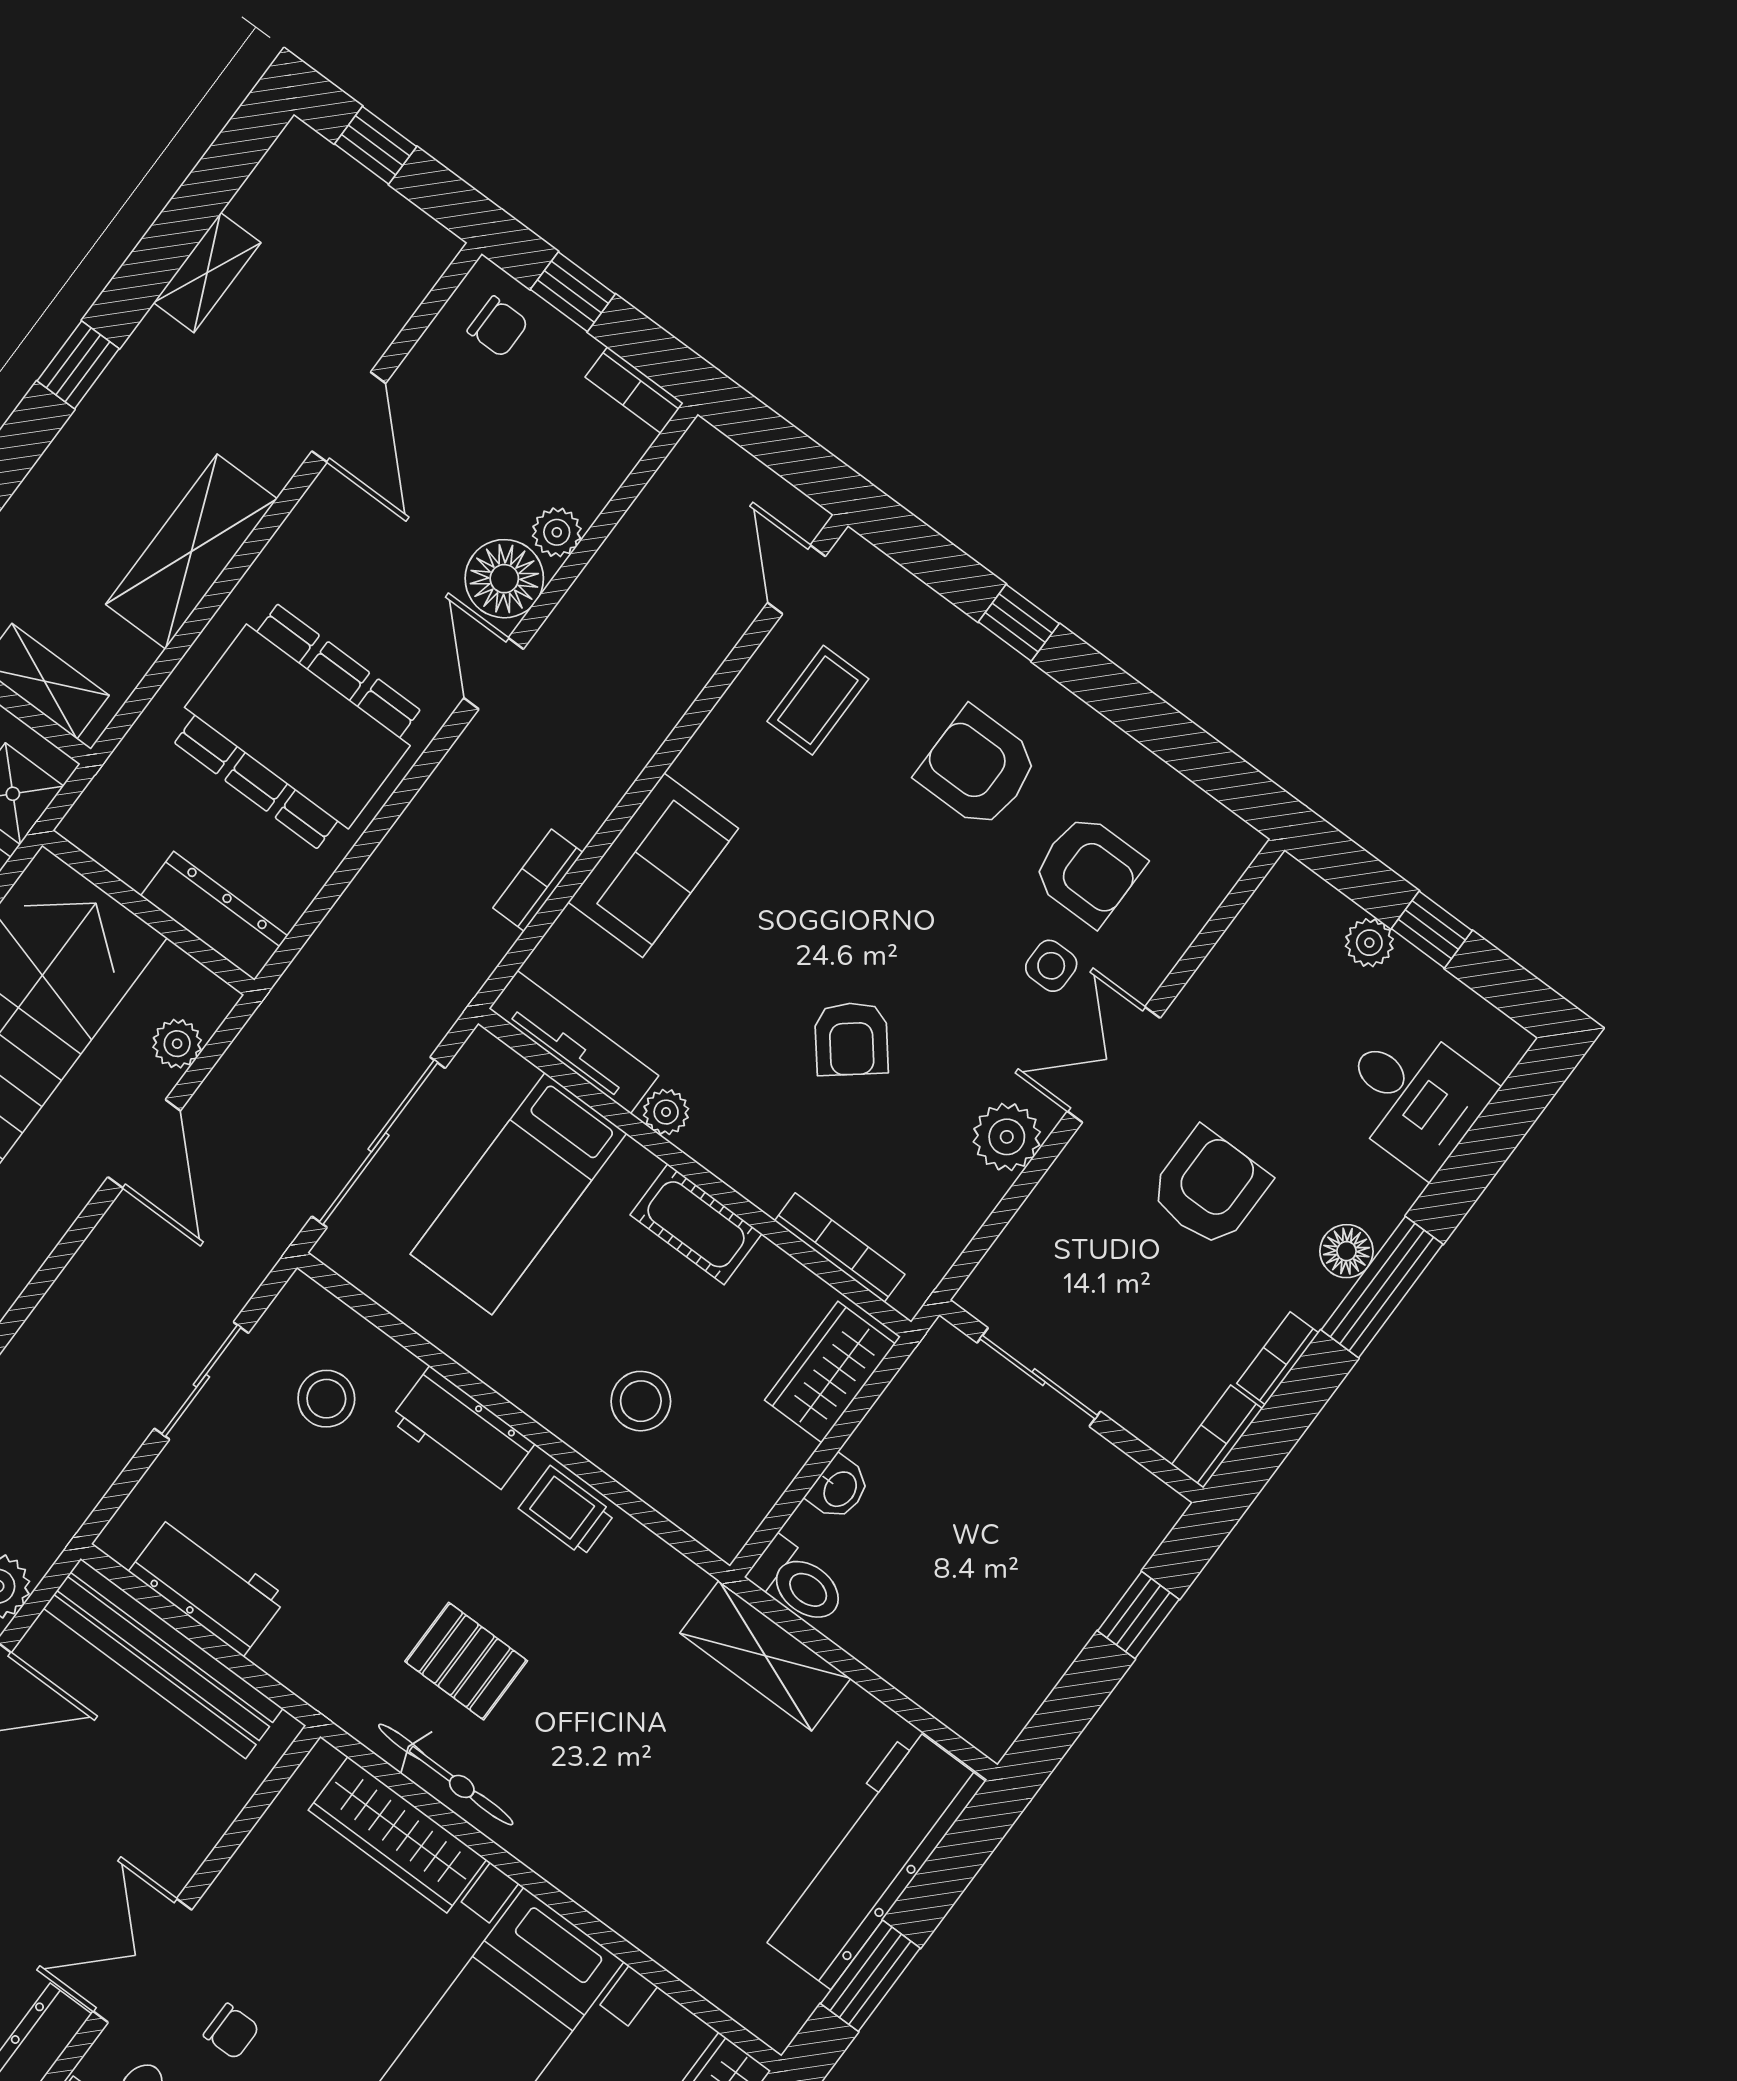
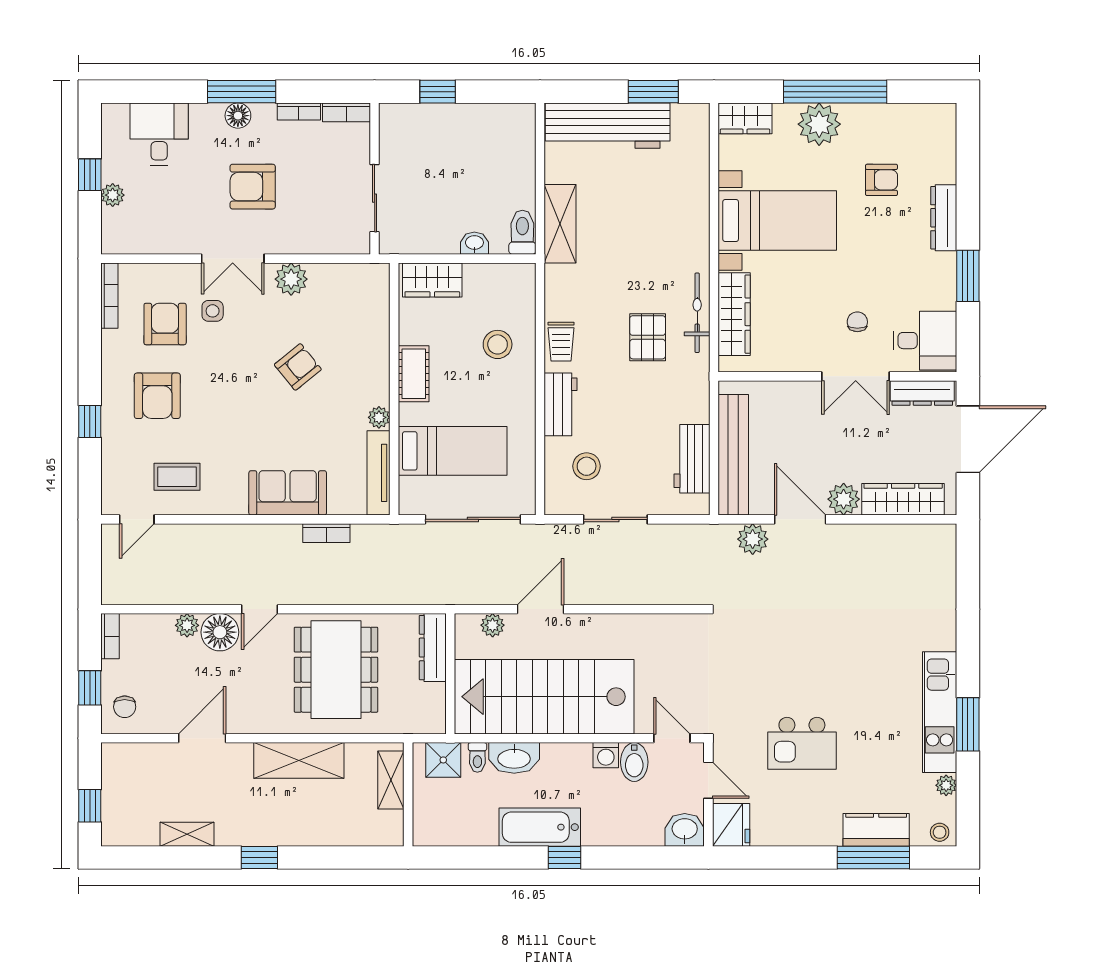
chair: (498, 327) -> (125, 707), turned 180
bookcase: (840, 1248) -> (109, 296), moved, turned 180

